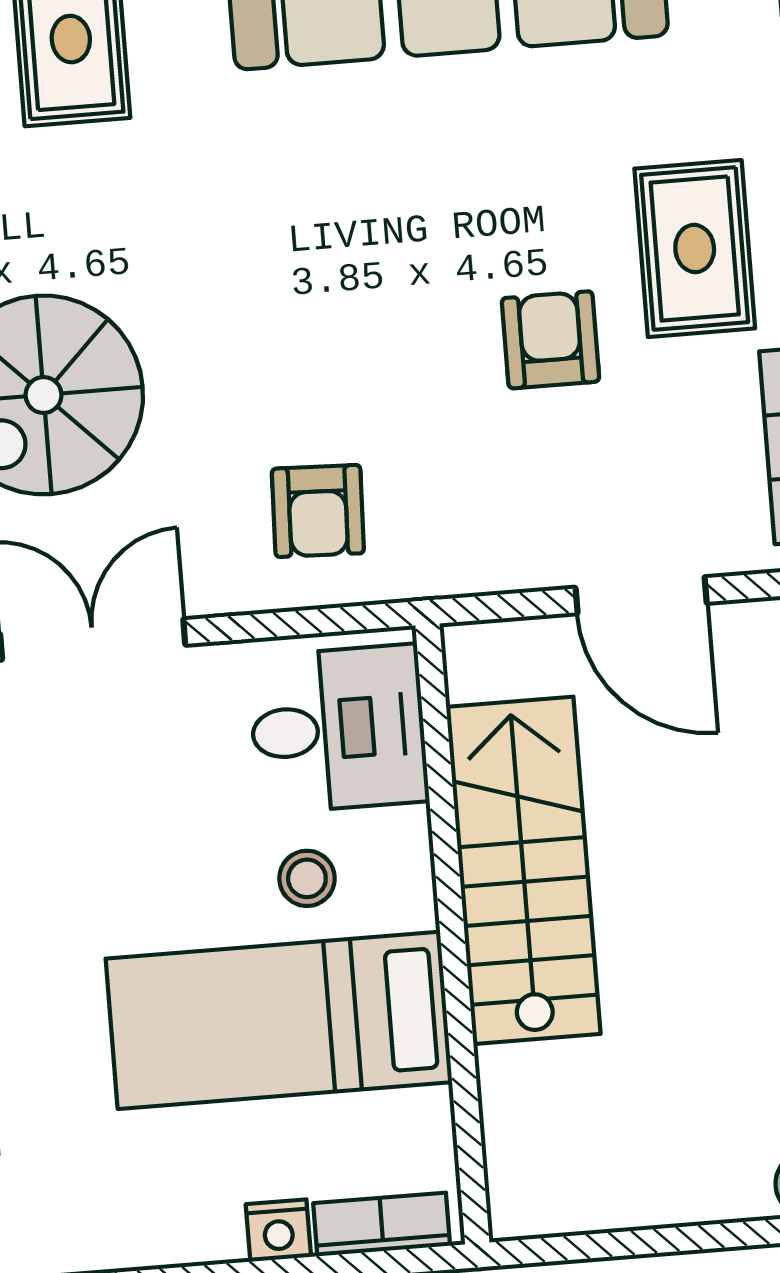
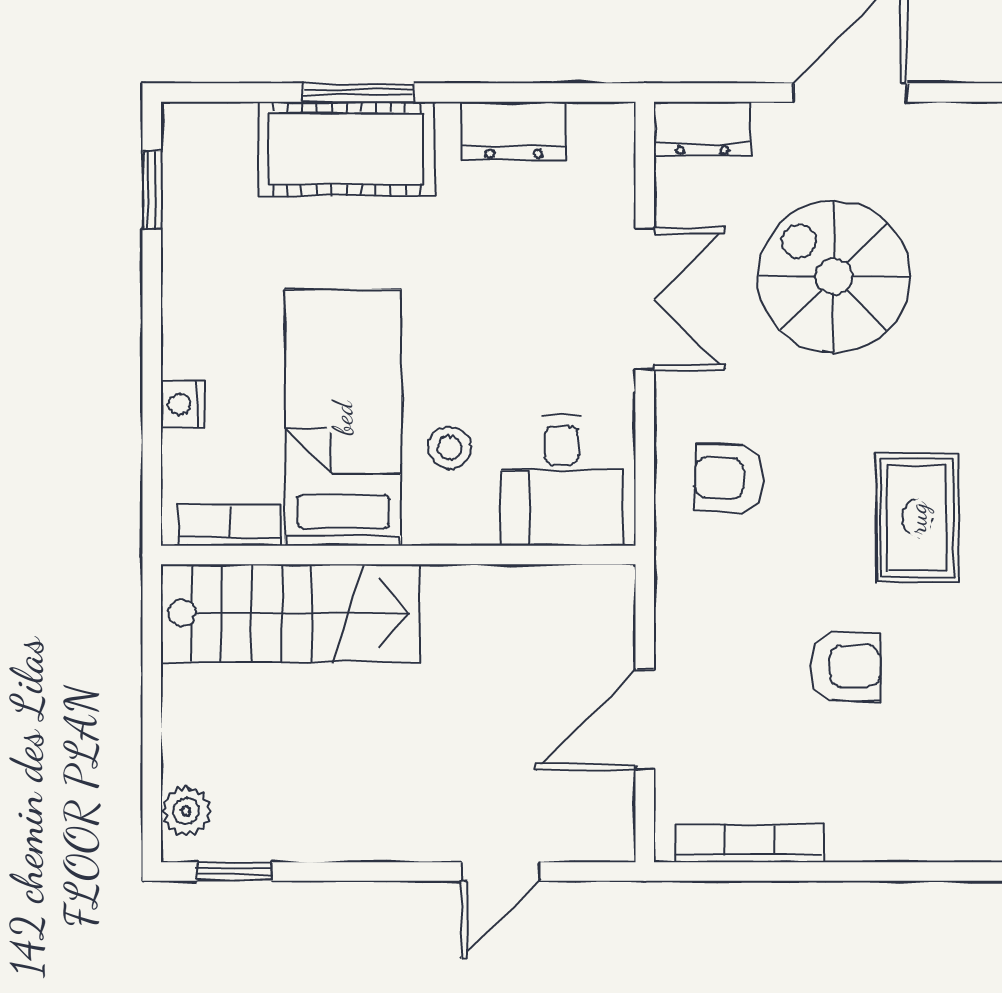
rug: (695, 248) -> (917, 518), moved, turned 90
stairs: (523, 870) -> (290, 613), moved
bookcase: (382, 1224) -> (230, 526), moved, turned -90

